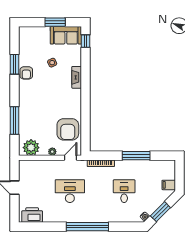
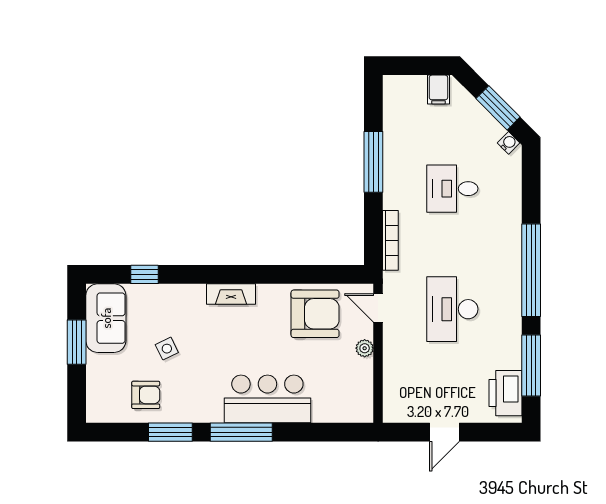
window: (86, 41) -> (145, 274), moved
armchair: (26, 73) -> (146, 395), moved
fireplace: (77, 77) -> (231, 294), moved
bar counter: (30, 108) -> (267, 399), added
window: (15, 120) -> (241, 432), moved
plant: (31, 148) -> (355, 395), removed
window: (45, 227) -> (531, 365), added

